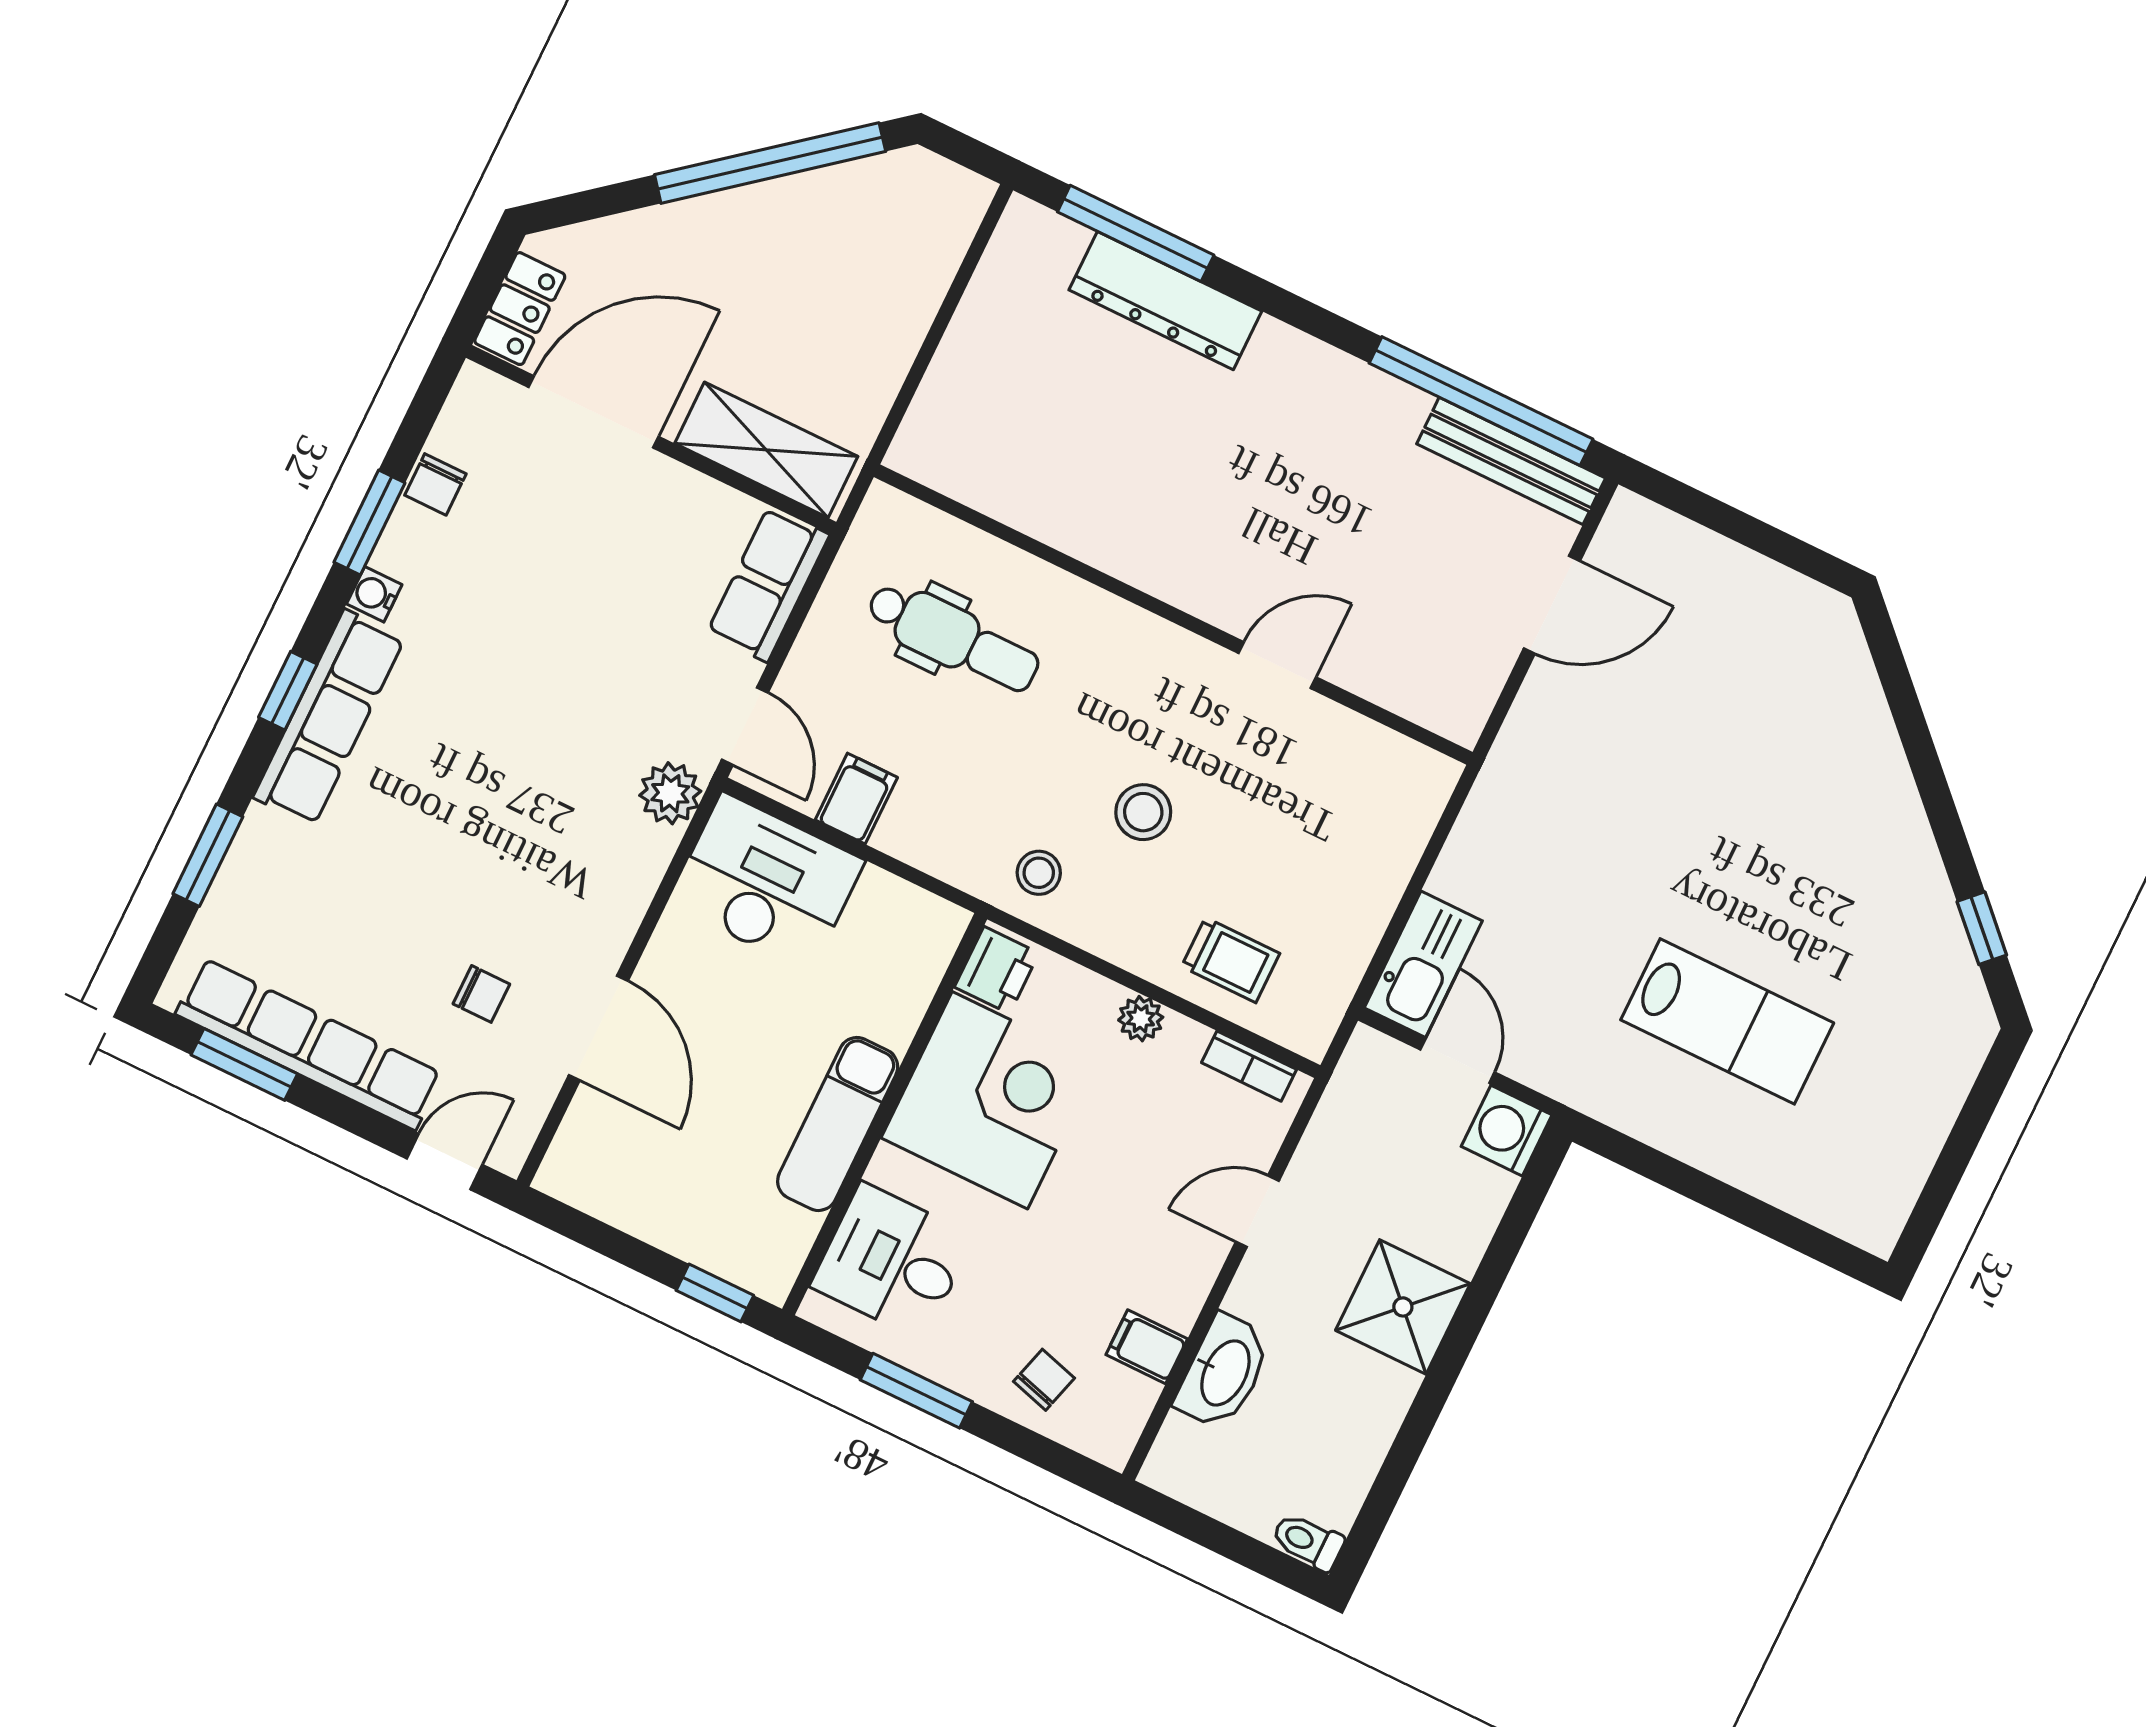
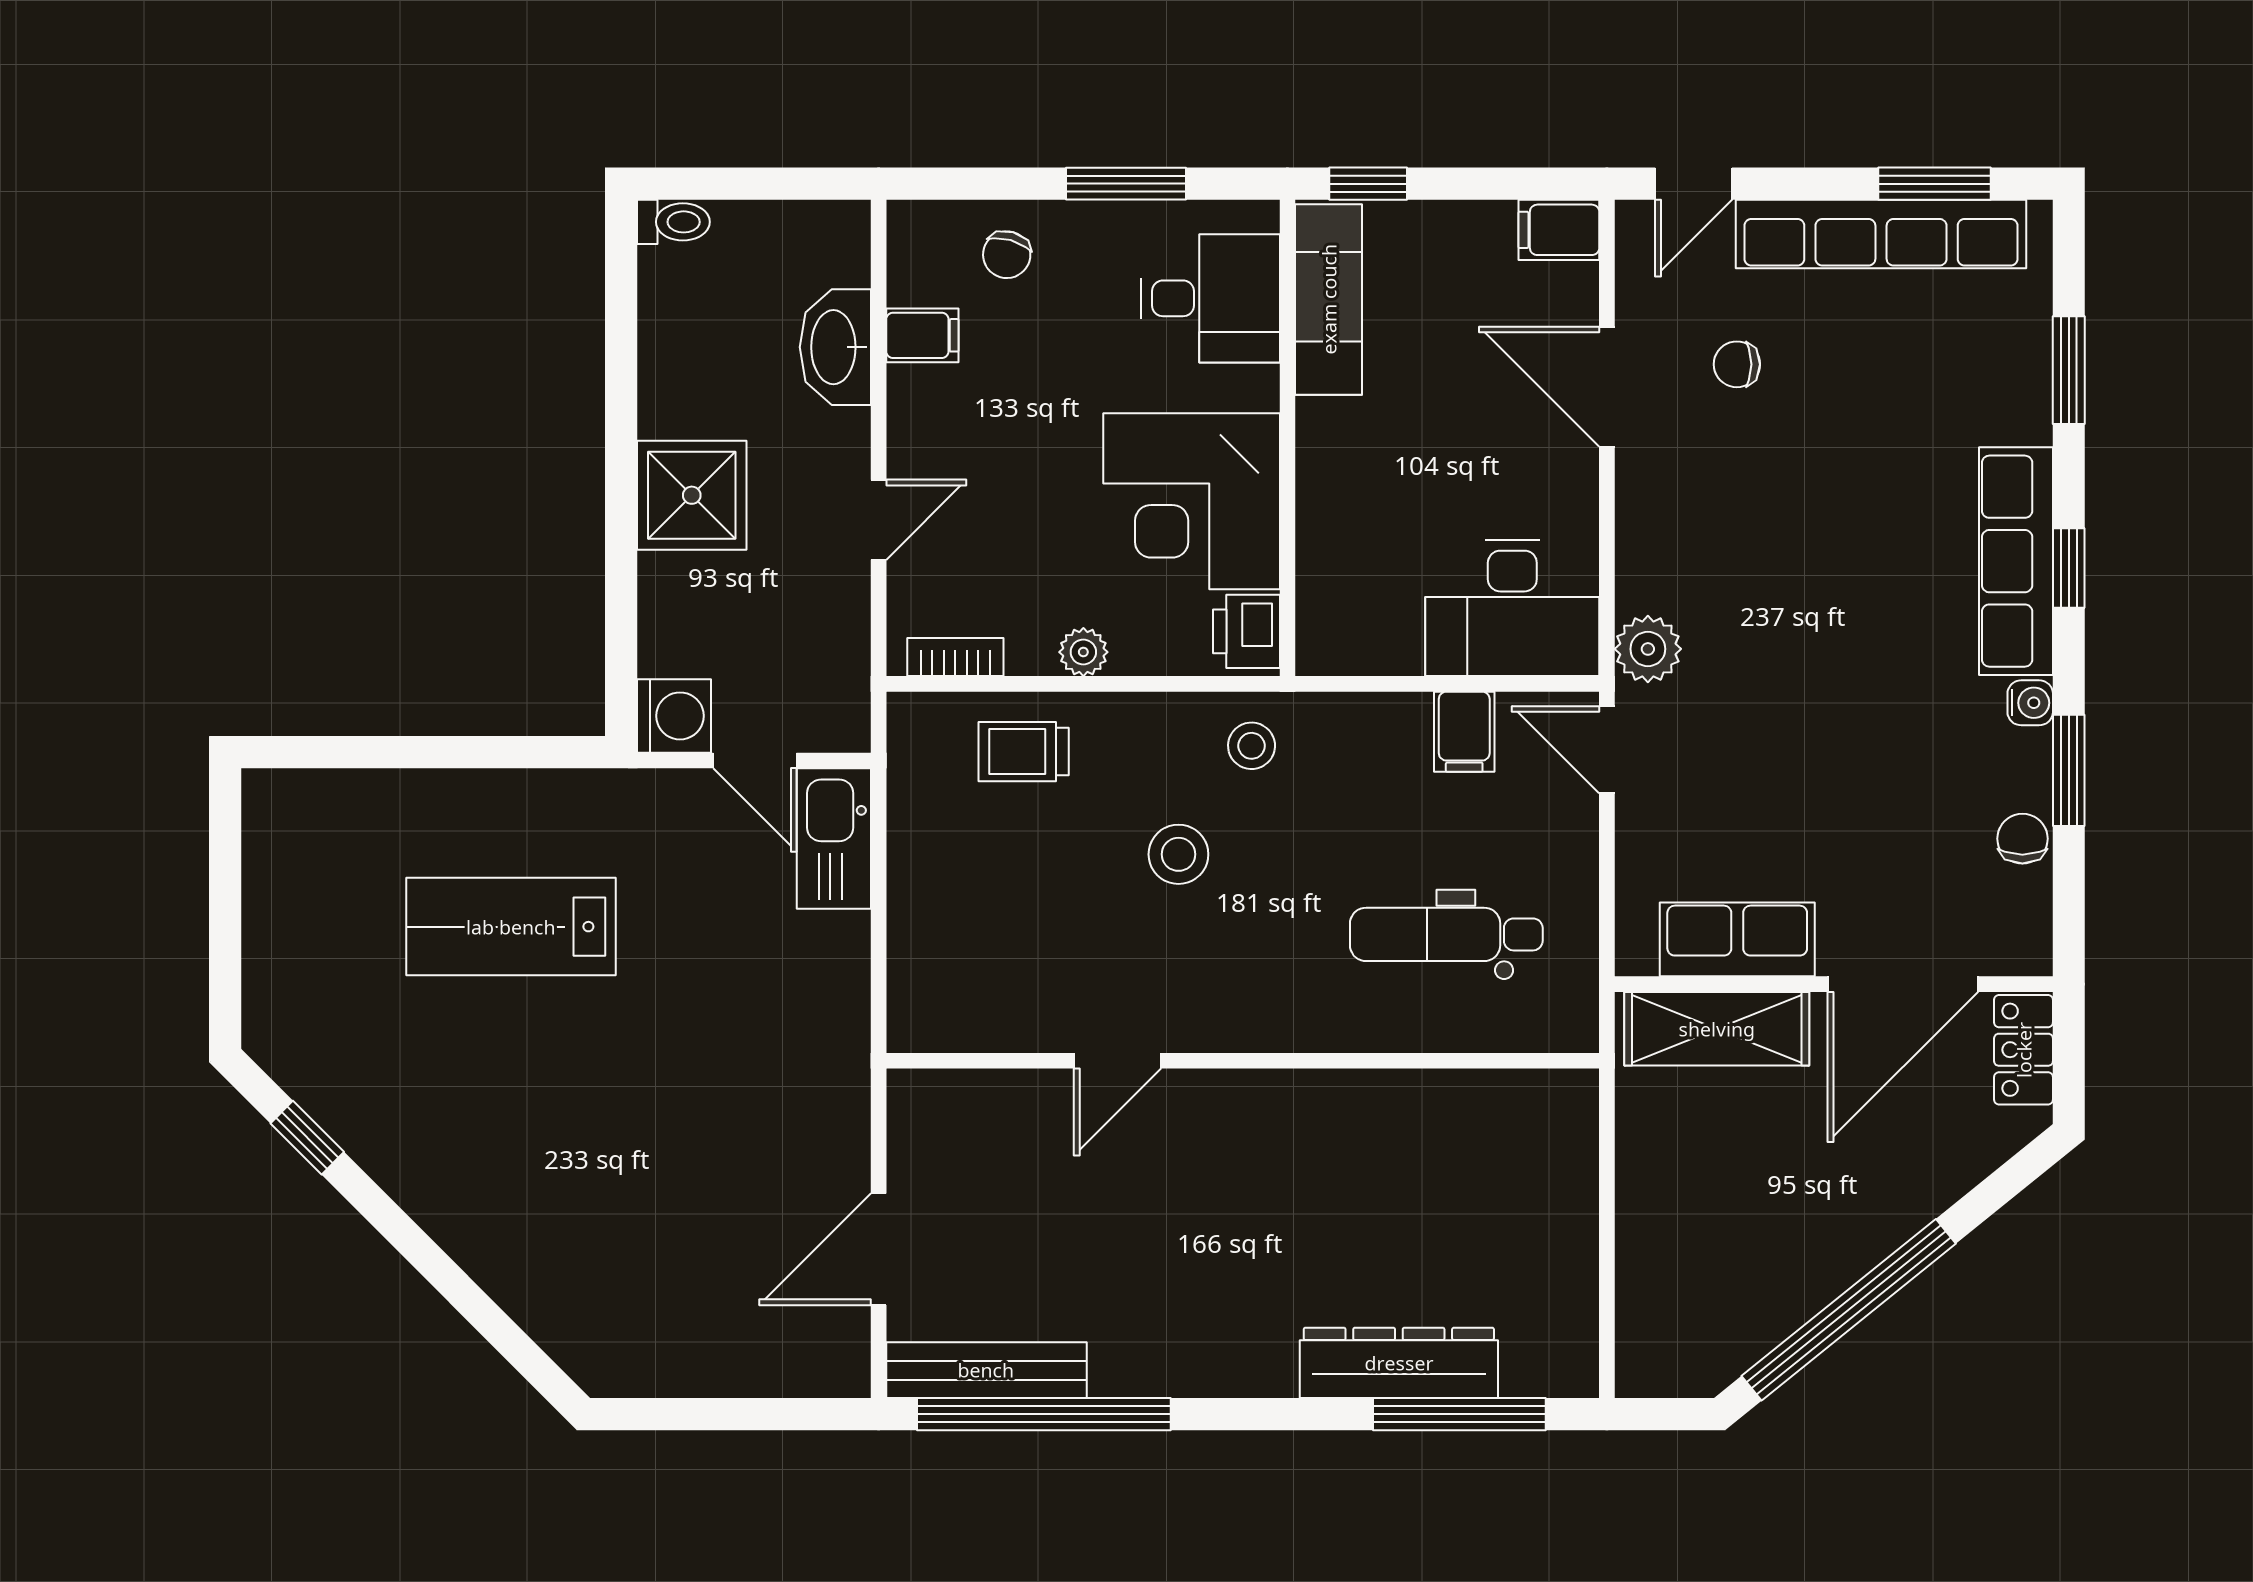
row of seats: (768, 584) -> (1737, 939), moved, turned -90
exam couch: (838, 1124) -> (1329, 299), moved
filing cabinet: (575, 1178) -> (1559, 230), added

